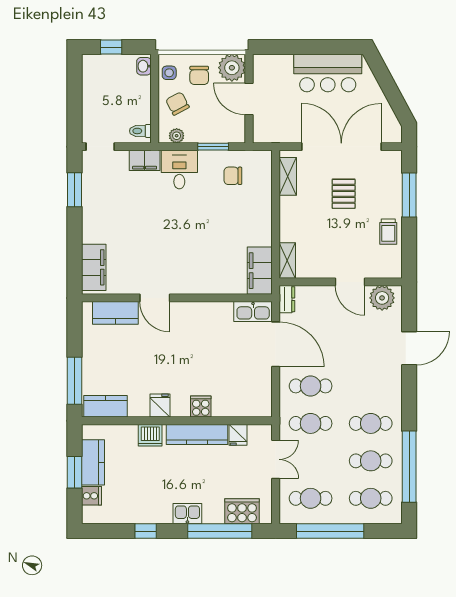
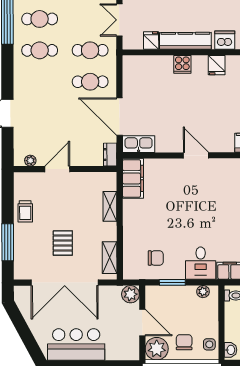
chair: (177, 104) -> (202, 319), removed
plant: (263, 133) -> (130, 294), added
trolley: (388, 232) -> (25, 211), turned 180
shelving: (287, 261) -> (110, 206), moved
door: (350, 282) -> (57, 169), hinge flipped
door: (155, 298) -> (196, 155), moved
plant: (382, 298) -> (30, 161), width x0.53, depth x0.53

